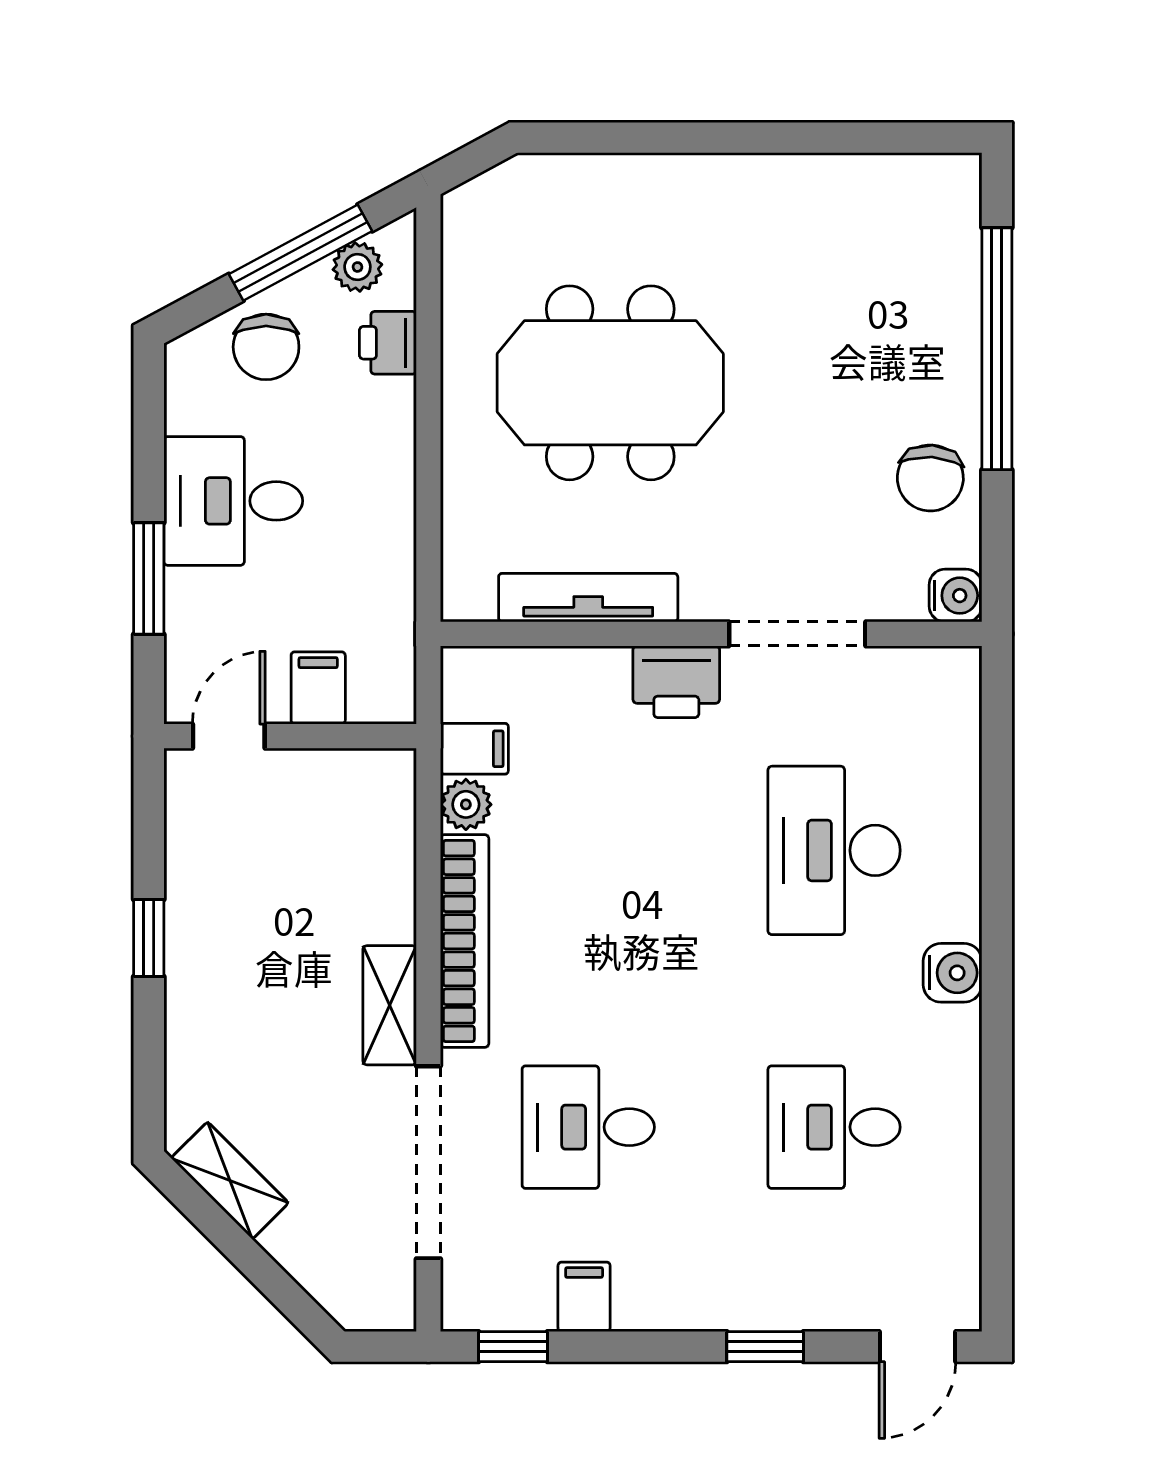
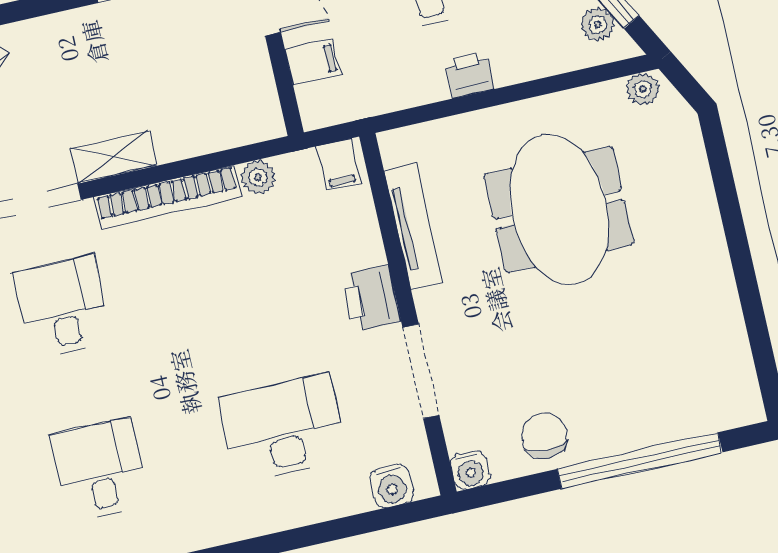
plant: (465, 223) -> (643, 89), added
printer: (388, 343) -> (469, 75), moved
chair: (930, 478) -> (544, 436), turned 86
filing cabinet: (474, 749) -> (338, 165), moved
water cooler: (952, 973) -> (391, 486), moved

